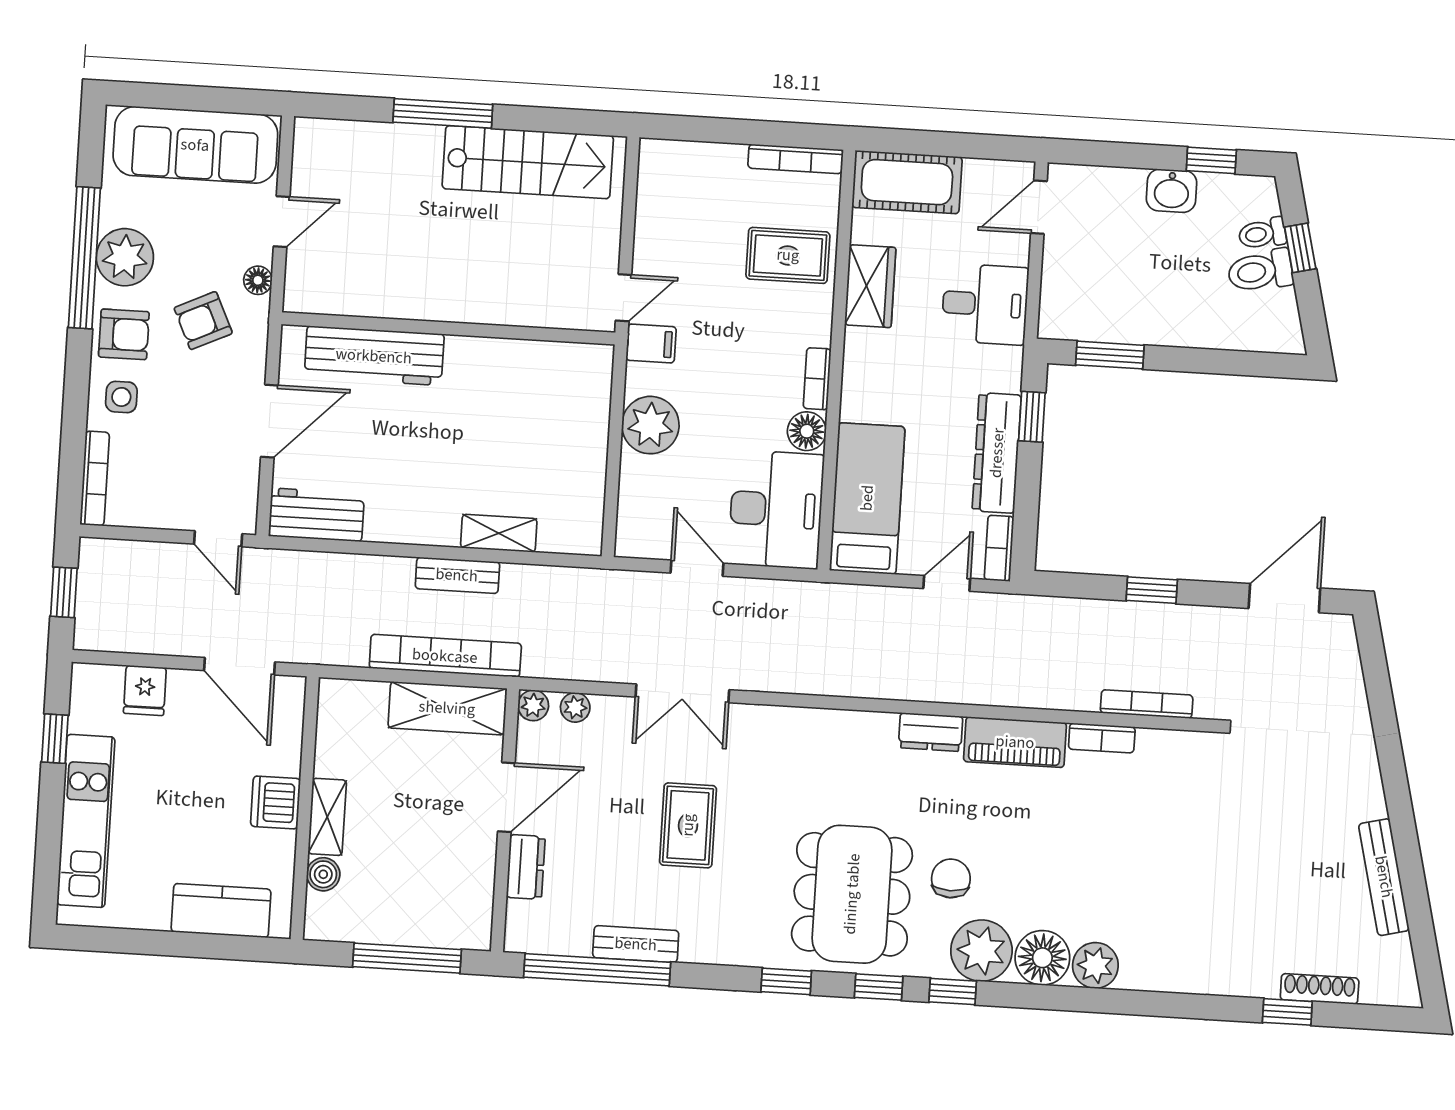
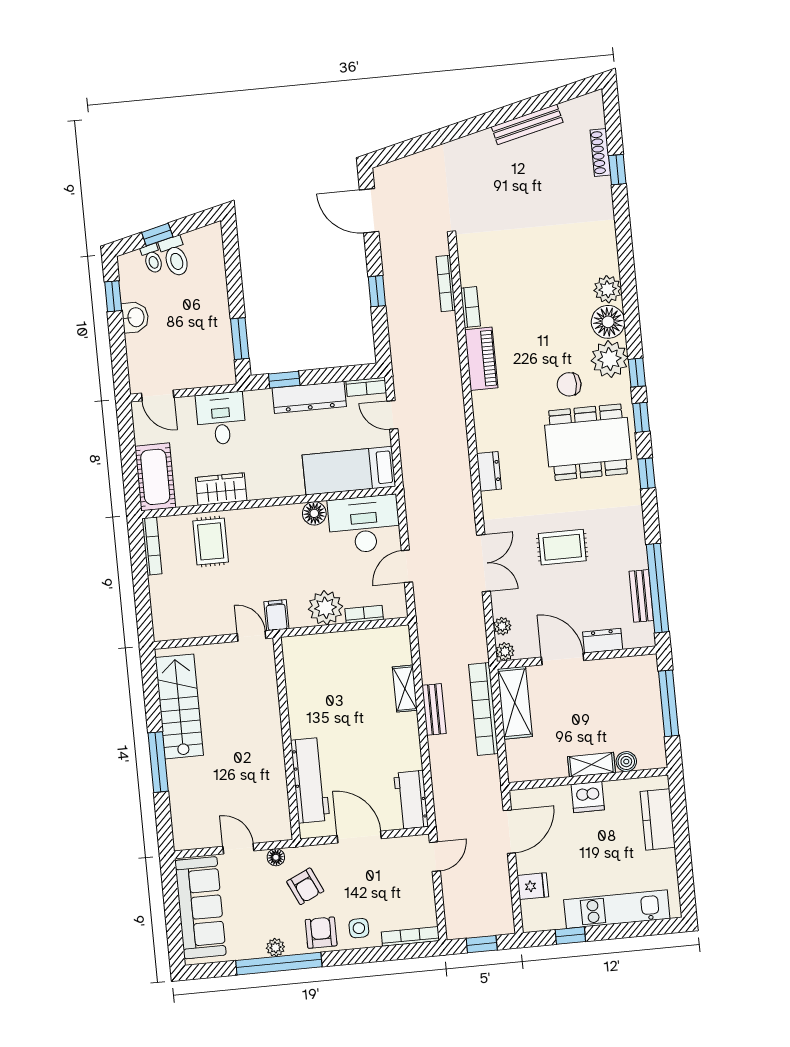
plant: (125, 257) -> (275, 947), width x0.53, depth x0.53
bookcase: (817, 379) -> (364, 614), moved, turned 180
dresser: (931, 732) -> (489, 471), moved
bench: (636, 944) -> (641, 596), moved

